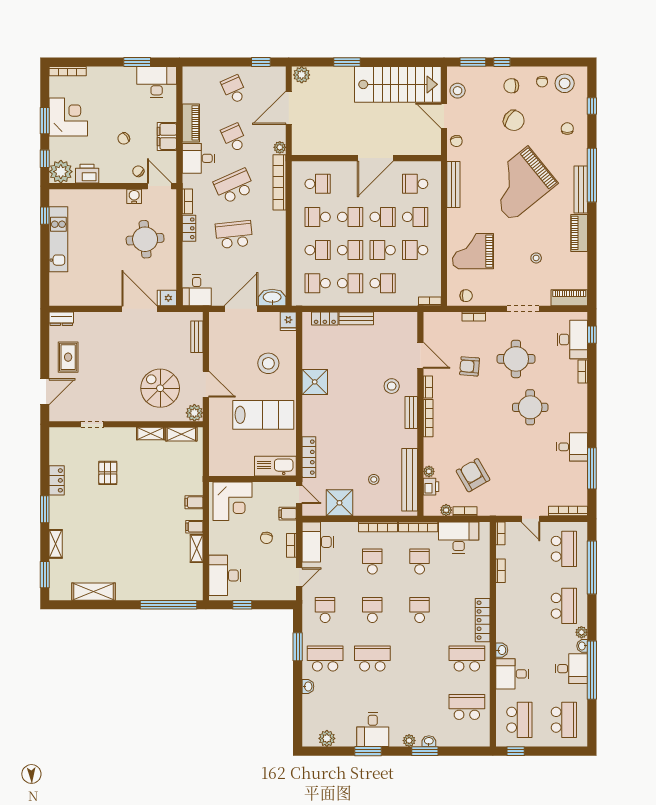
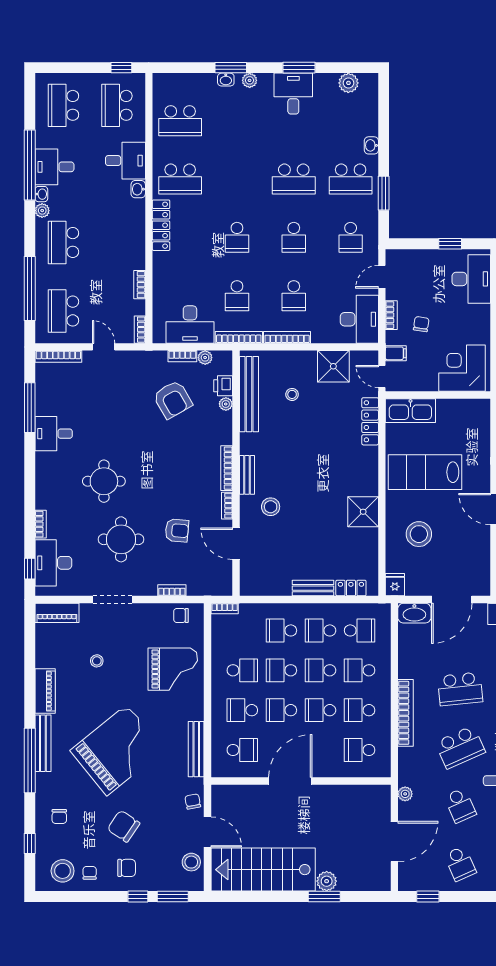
plant: (302, 75) -> (327, 881), moved
bookcase: (279, 182) -> (405, 713), moved
school desk: (318, 217) -> (360, 710), turned 180
school desk: (383, 250) -> (281, 670), turned 180

